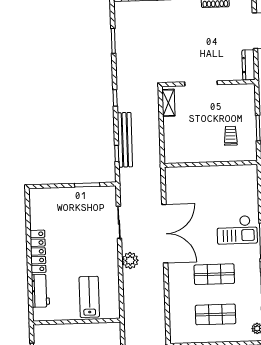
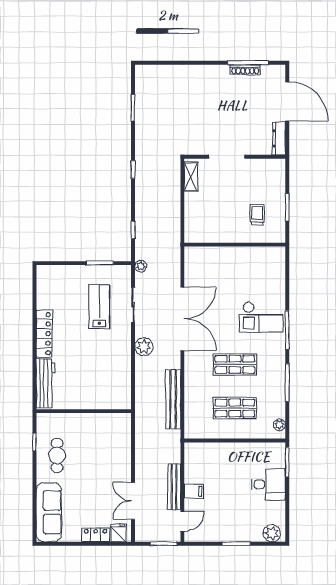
bench: (125, 140) -> (173, 399), moved
plant: (125, 187) -> (141, 266), added
workbench: (40, 291) -> (45, 383), width x1.38
lab bench: (89, 297) -> (99, 307), moved

